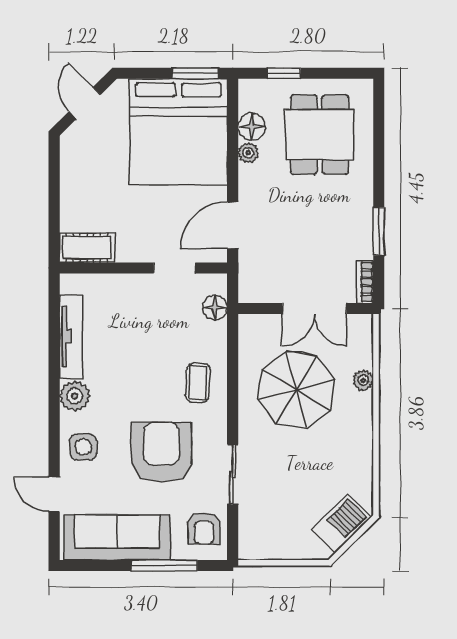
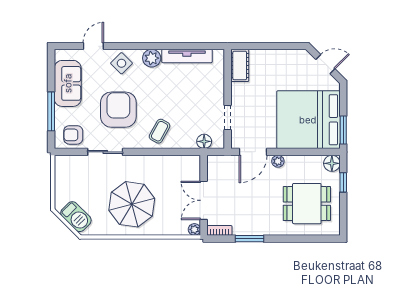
floor lamp: (252, 127) -> (332, 163), moved
plant: (248, 153) -> (278, 161), moved
door: (233, 225) -> (253, 152), swing flipped
plant: (363, 380) -> (194, 229), moved
coffee table: (198, 383) -> (160, 131), turned -64
parasol: (296, 389) -> (132, 204), moved
side table: (83, 447) -> (121, 63), turned 45
armchair: (161, 452) -> (118, 110), turned -90
sofa: (117, 538) -> (68, 83), width x0.73

